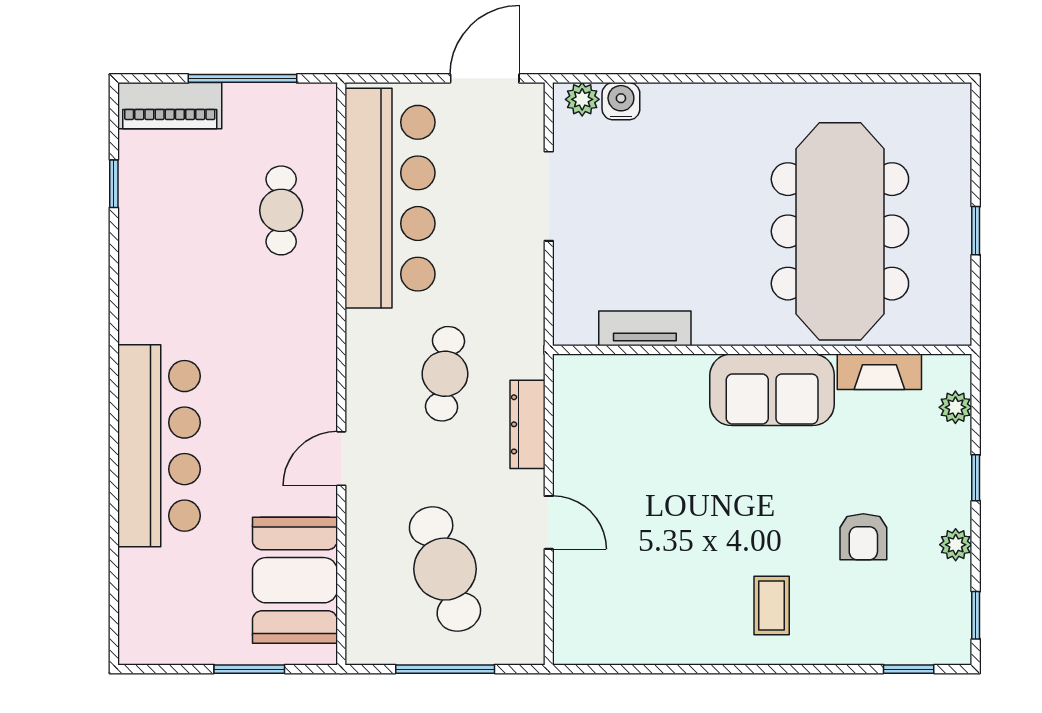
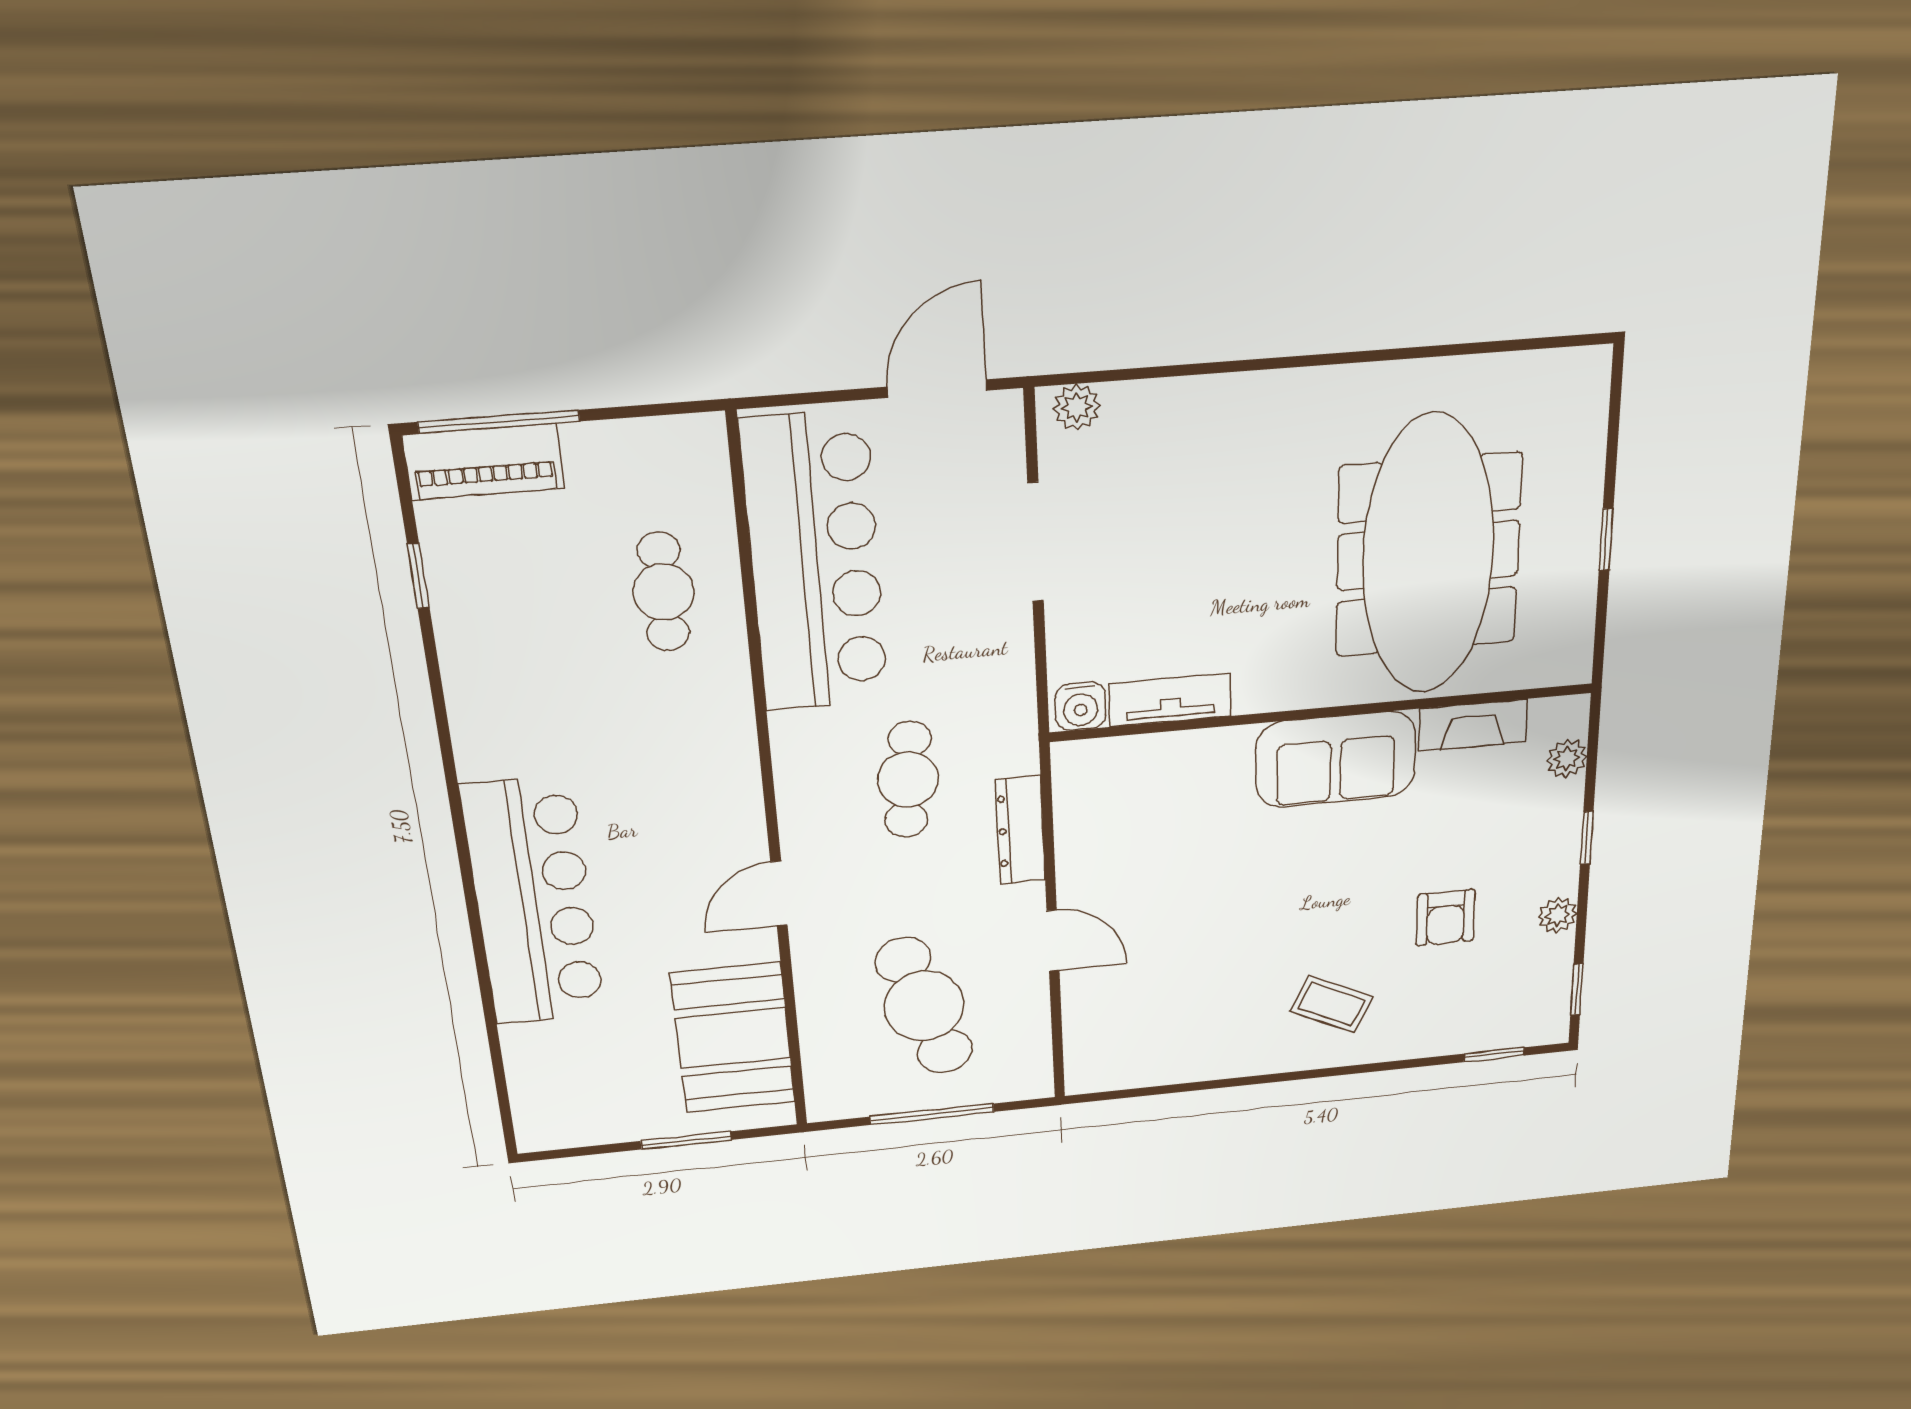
window: (243, 78) -> (499, 422), moved
water cooler: (621, 101) -> (1080, 706), moved, turned 180
coffee table: (772, 605) -> (1332, 1004), turned -64

